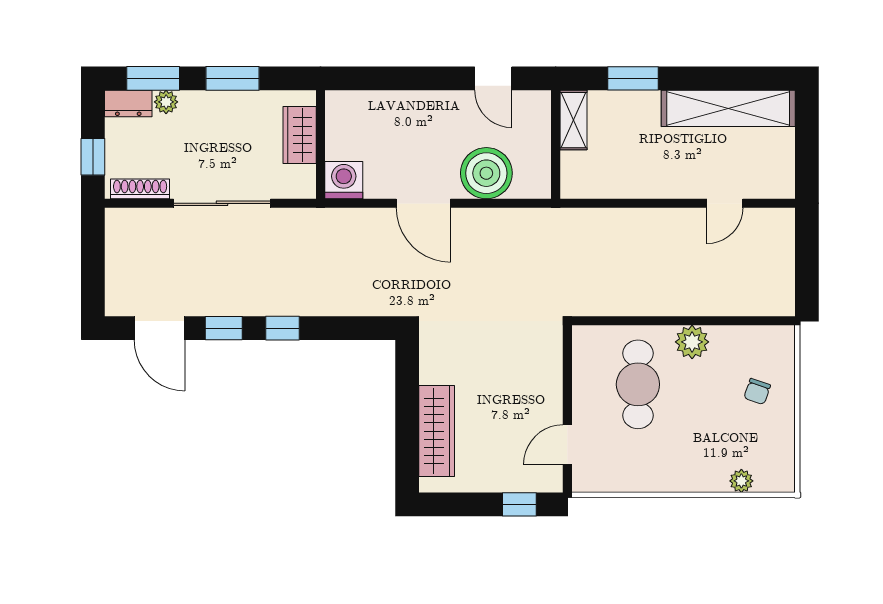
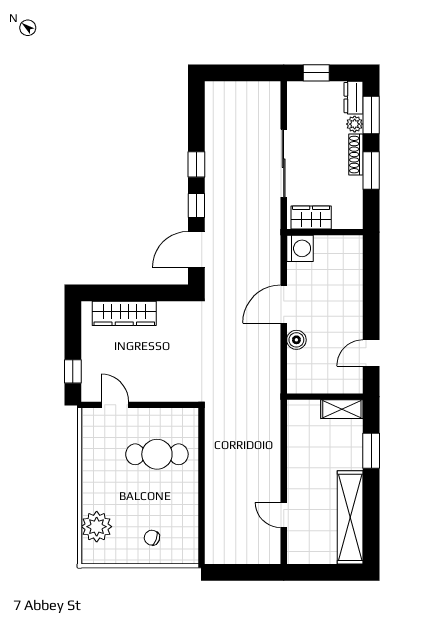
wardrobe: (300, 135) -> (311, 217), moved
boiler: (486, 173) -> (296, 340), width x0.54, depth x0.54
shoe rack: (140, 189) -> (356, 155), moved, turned 180
door: (160, 328) -> (196, 249), moved
plant: (692, 342) -> (187, 492), removed
plant: (741, 481) -> (97, 527), width x1.88, depth x1.88

